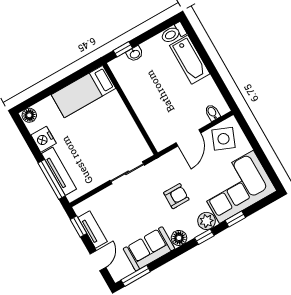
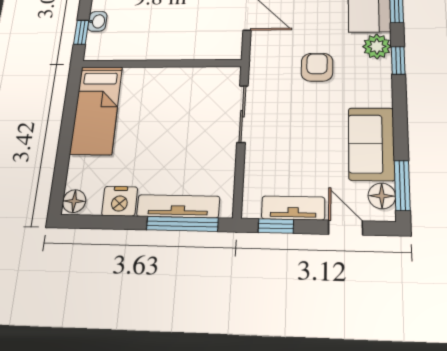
floor lamp: (179, 238) -> (382, 196), moved

